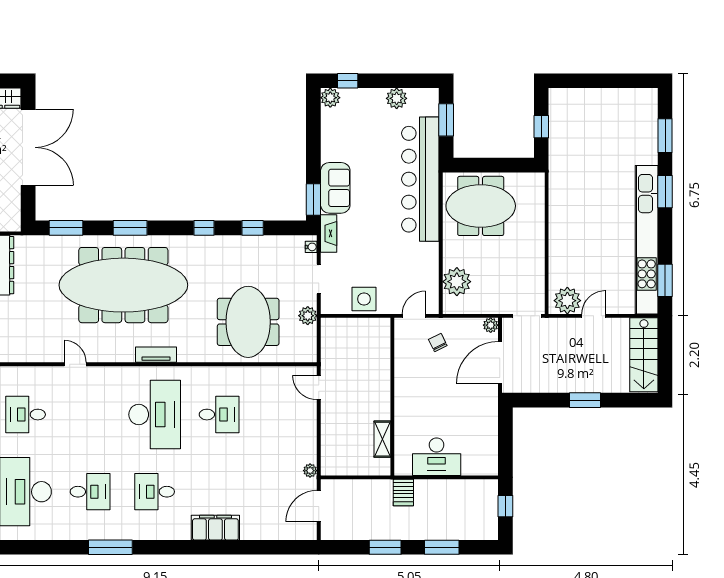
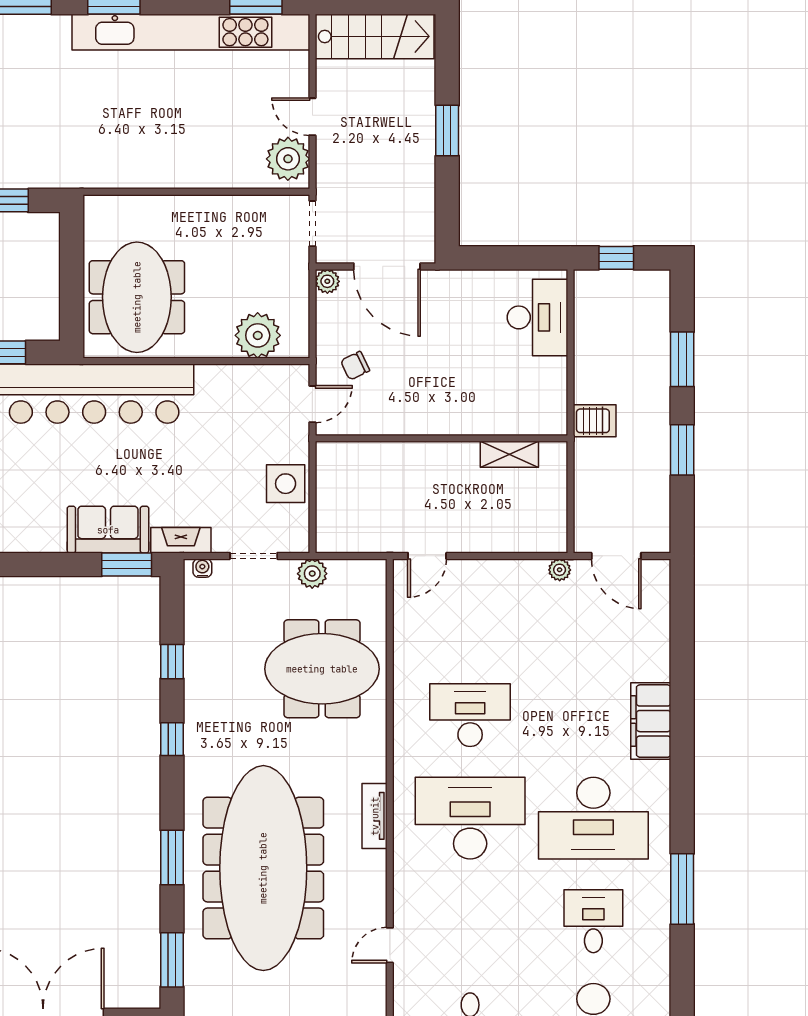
door: (414, 316) -> (312, 404), swing flipped
desk: (219, 415) -> (470, 715), width x1.37
desk: (437, 457) -> (537, 317), moved
desk: (155, 492) -> (593, 818), width x1.87, depth x1.30

